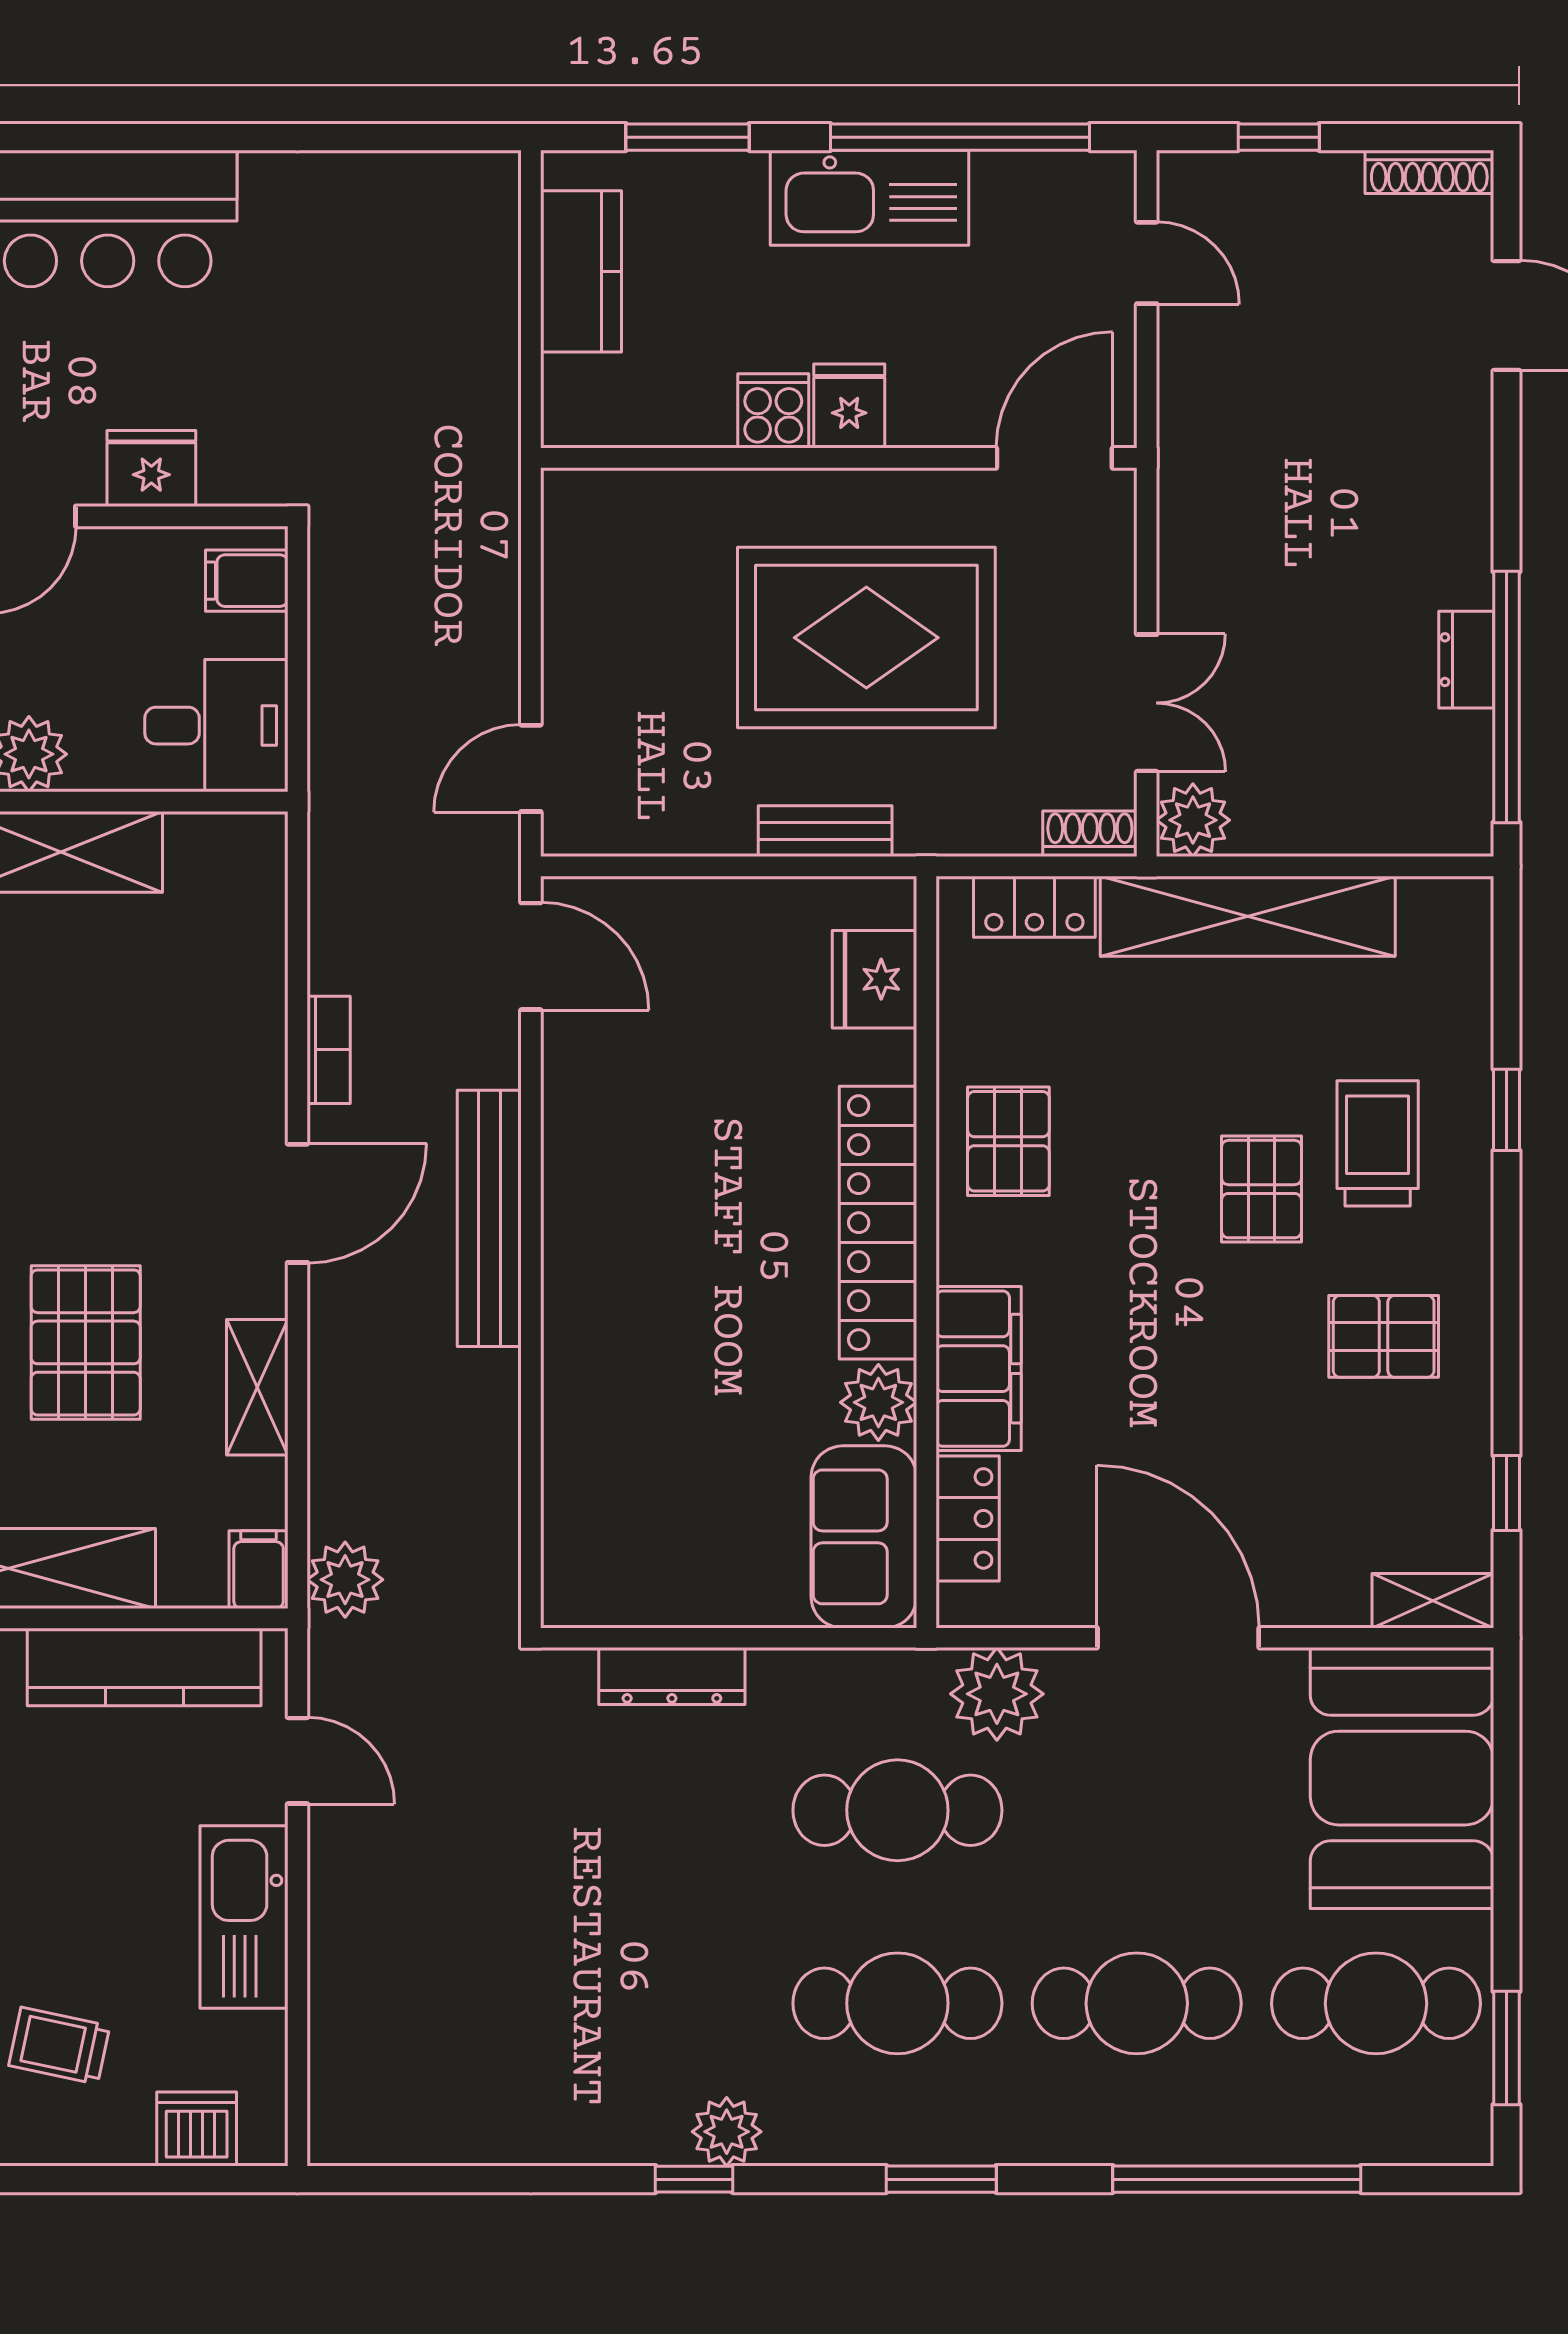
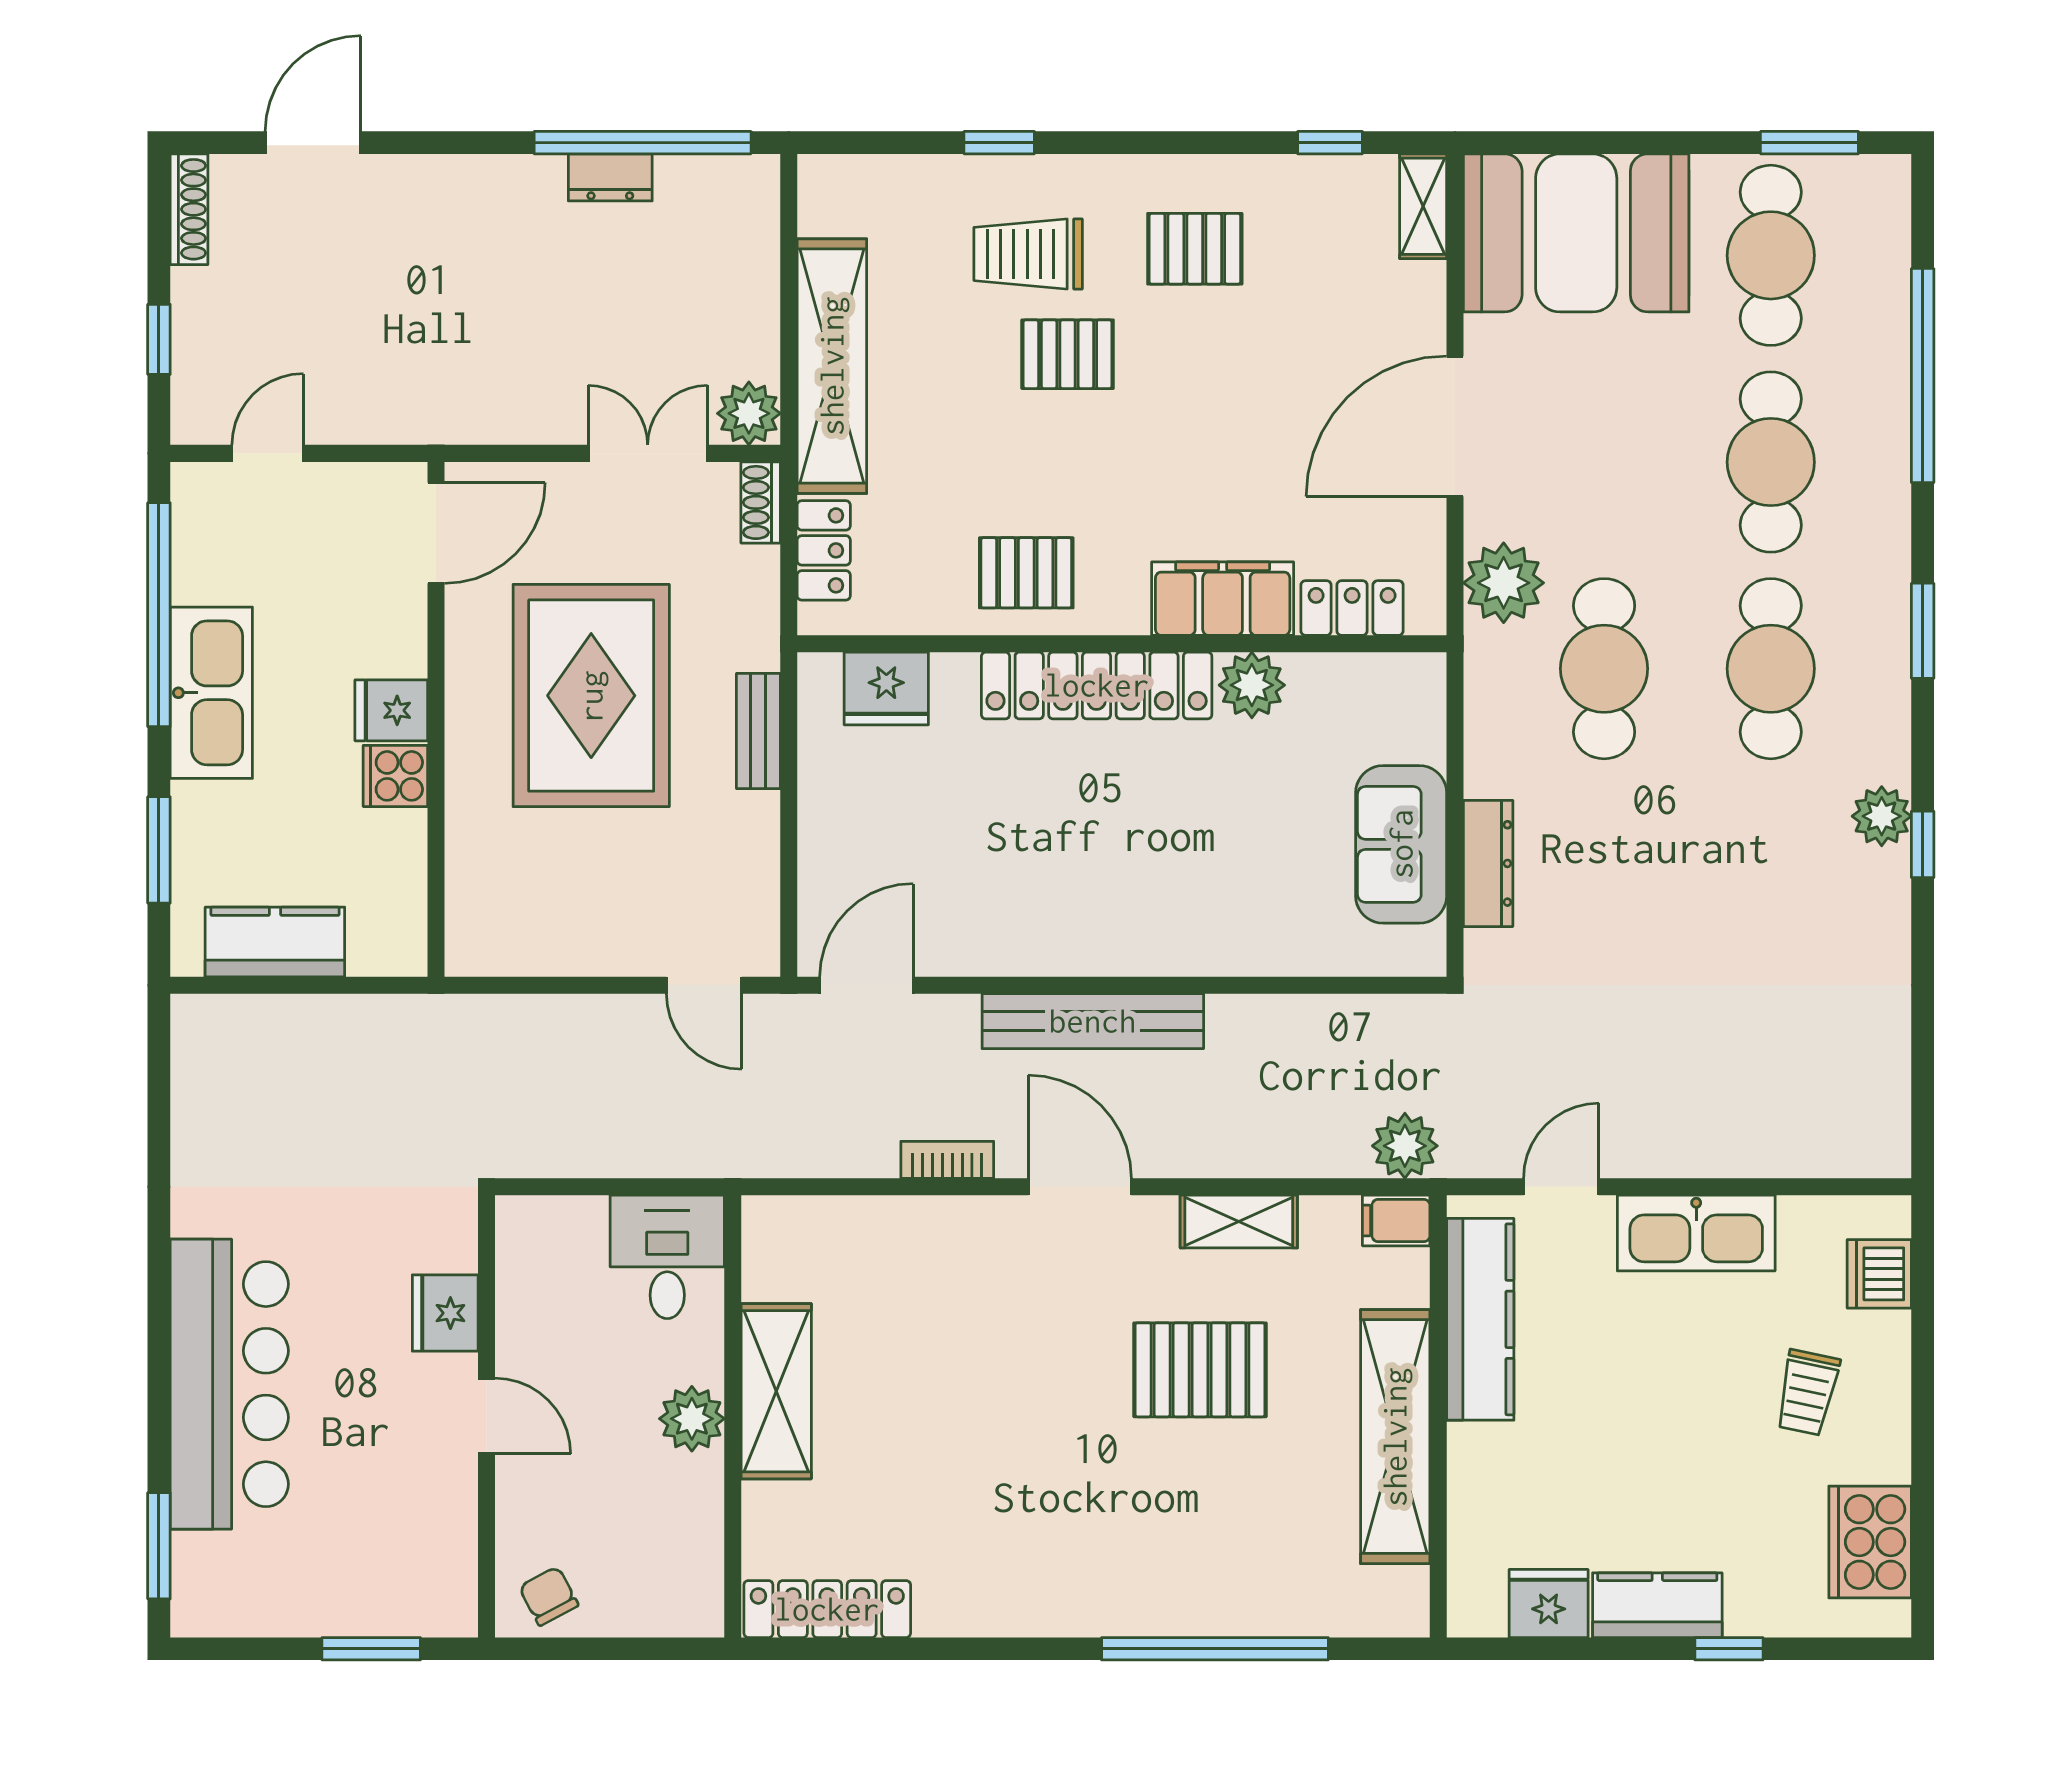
door: (1054, 458) -> (436, 533), swing flipped
filing cabinet: (247, 581) -> (542, 1231), removed
pallet: (1384, 1336) -> (1195, 249), turned 90
sofa: (864, 1537) -> (1401, 844), moved, turned 90

